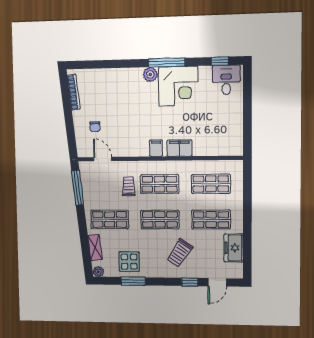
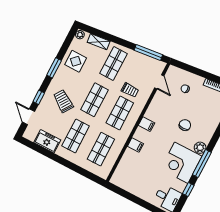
window: (220, 61) -> (188, 190), moved
chair: (134, 105) -> (185, 125), added
filing cabinet: (179, 148) -> (135, 145), width x0.50
door: (103, 159) -> (159, 82), hinge flipped
window: (133, 281) -> (54, 68), moved

